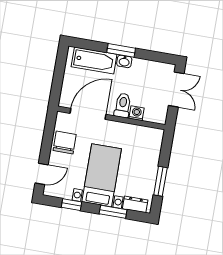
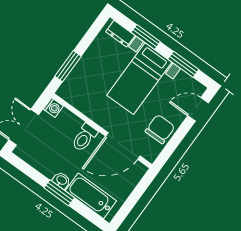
washing machine: (137, 113) -> (53, 107), moved, turned -90
chair: (65, 142) -> (160, 129), turned 180
window: (160, 181) -> (68, 66), moved
window: (72, 205) -> (183, 64), width x1.50

